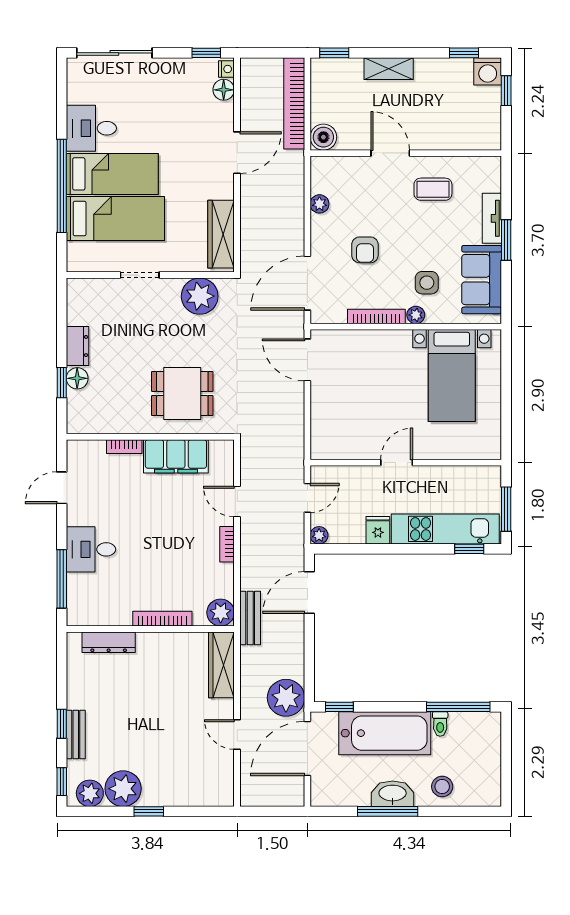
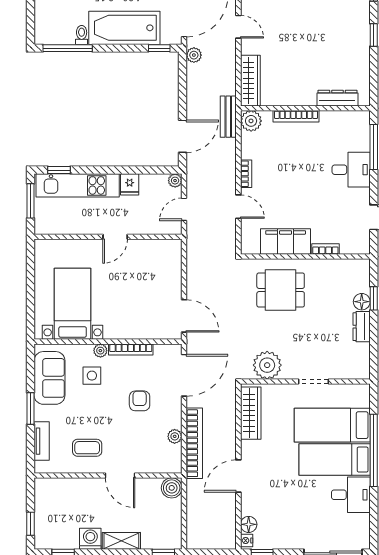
washing machine: (488, 71) -> (90, 539), moved
bookcase: (294, 103) -> (194, 443), moved
tv unit: (492, 218) -> (42, 441), moved
plant: (286, 698) -> (194, 55), width x0.53, depth x0.53
bench: (76, 735) -> (363, 27), removed

